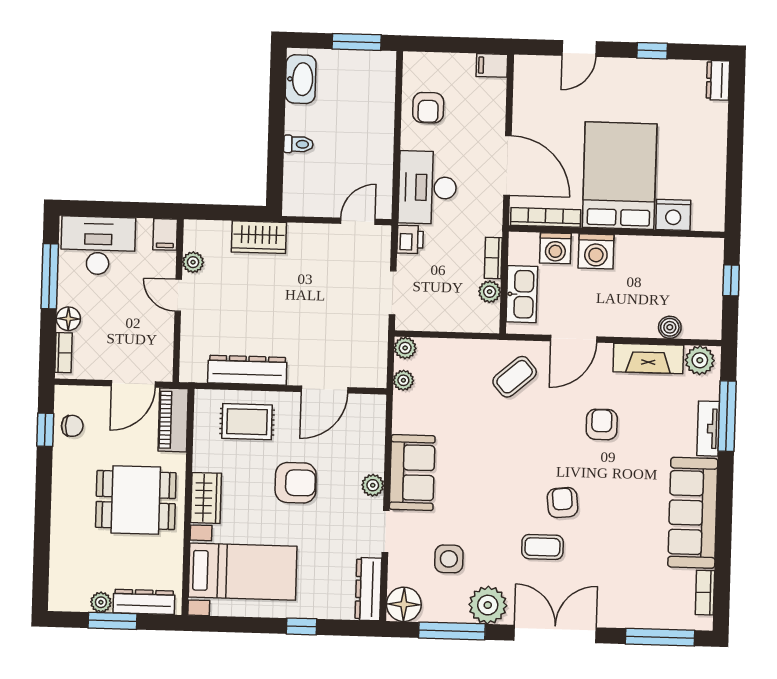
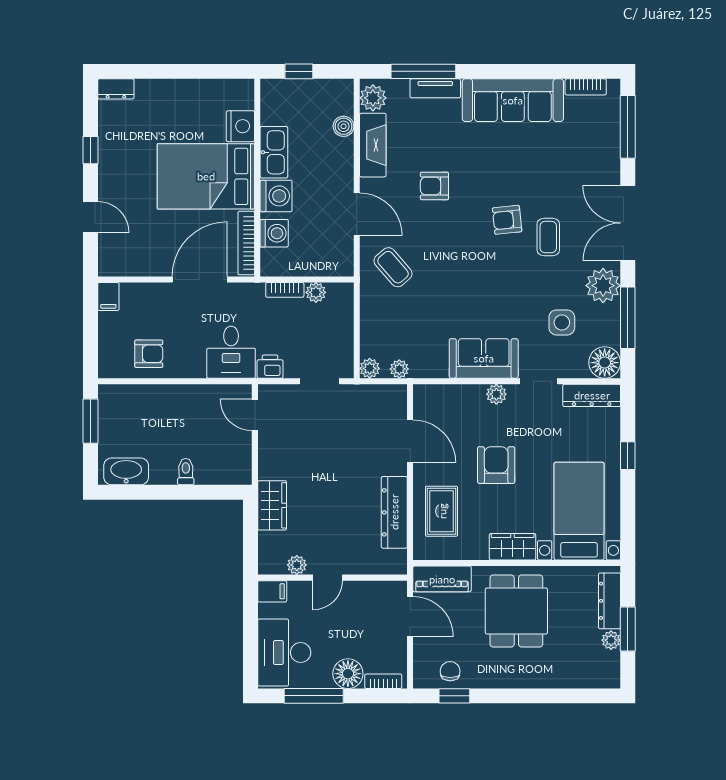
desk: (427, 188) -> (231, 352), width x0.73
kitchen sink: (522, 294) -> (274, 152), moved, turned 90
floor lamp: (68, 319) -> (348, 674), width x1.38, depth x1.38

